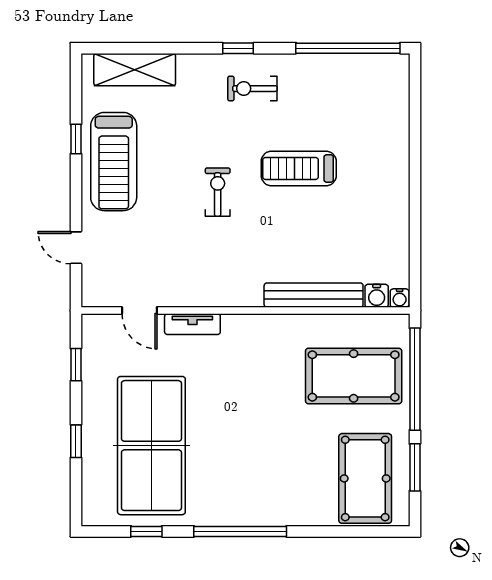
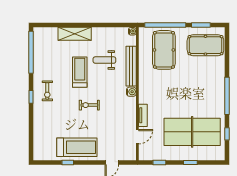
shelving: (135, 70) -> (75, 34), moved, turned 90
treadmill: (299, 168) -> (80, 72), turned 180
weight bench: (329, 229) -> (104, 60), added
water cooler: (377, 296) -> (131, 92), moved

